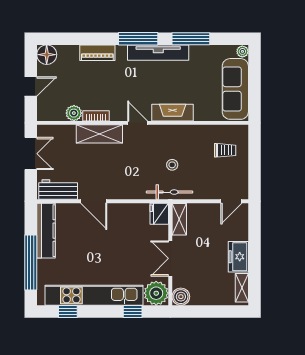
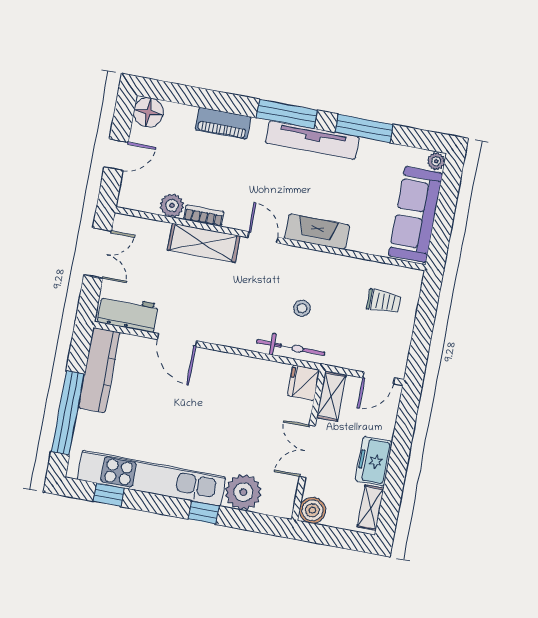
fridge: (159, 214) -> (303, 383), moved
shelving: (179, 219) -> (331, 396), moved
wall: (170, 254) -> (308, 445), moved
double door: (170, 258) -> (307, 451), moved
boiler: (181, 297) -> (312, 510), moved

